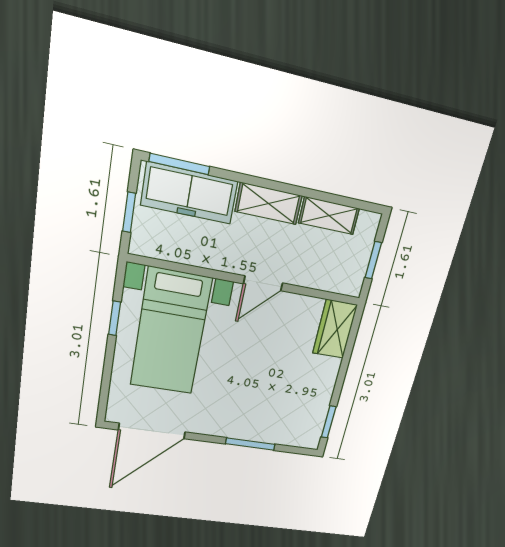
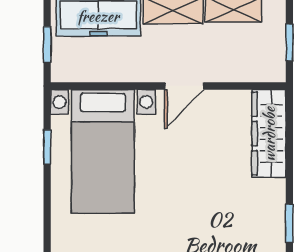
wardrobe: (335, 329) -> (269, 134), width x1.50

